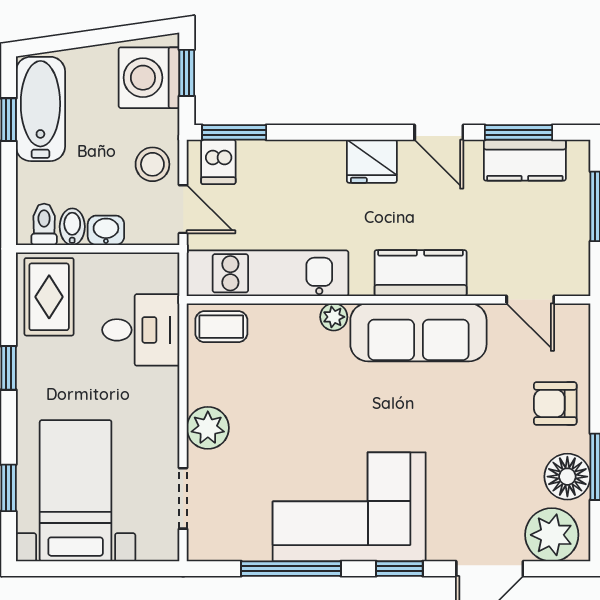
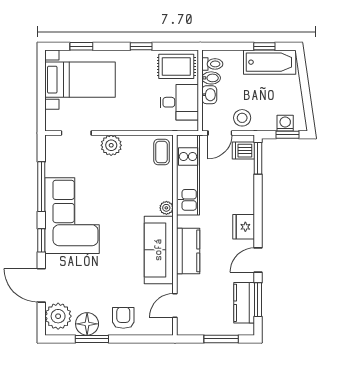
washing machine: (149, 78) -> (285, 123), width x0.53, depth x0.53
desk: (141, 330) -> (179, 102), moved, turned -90

